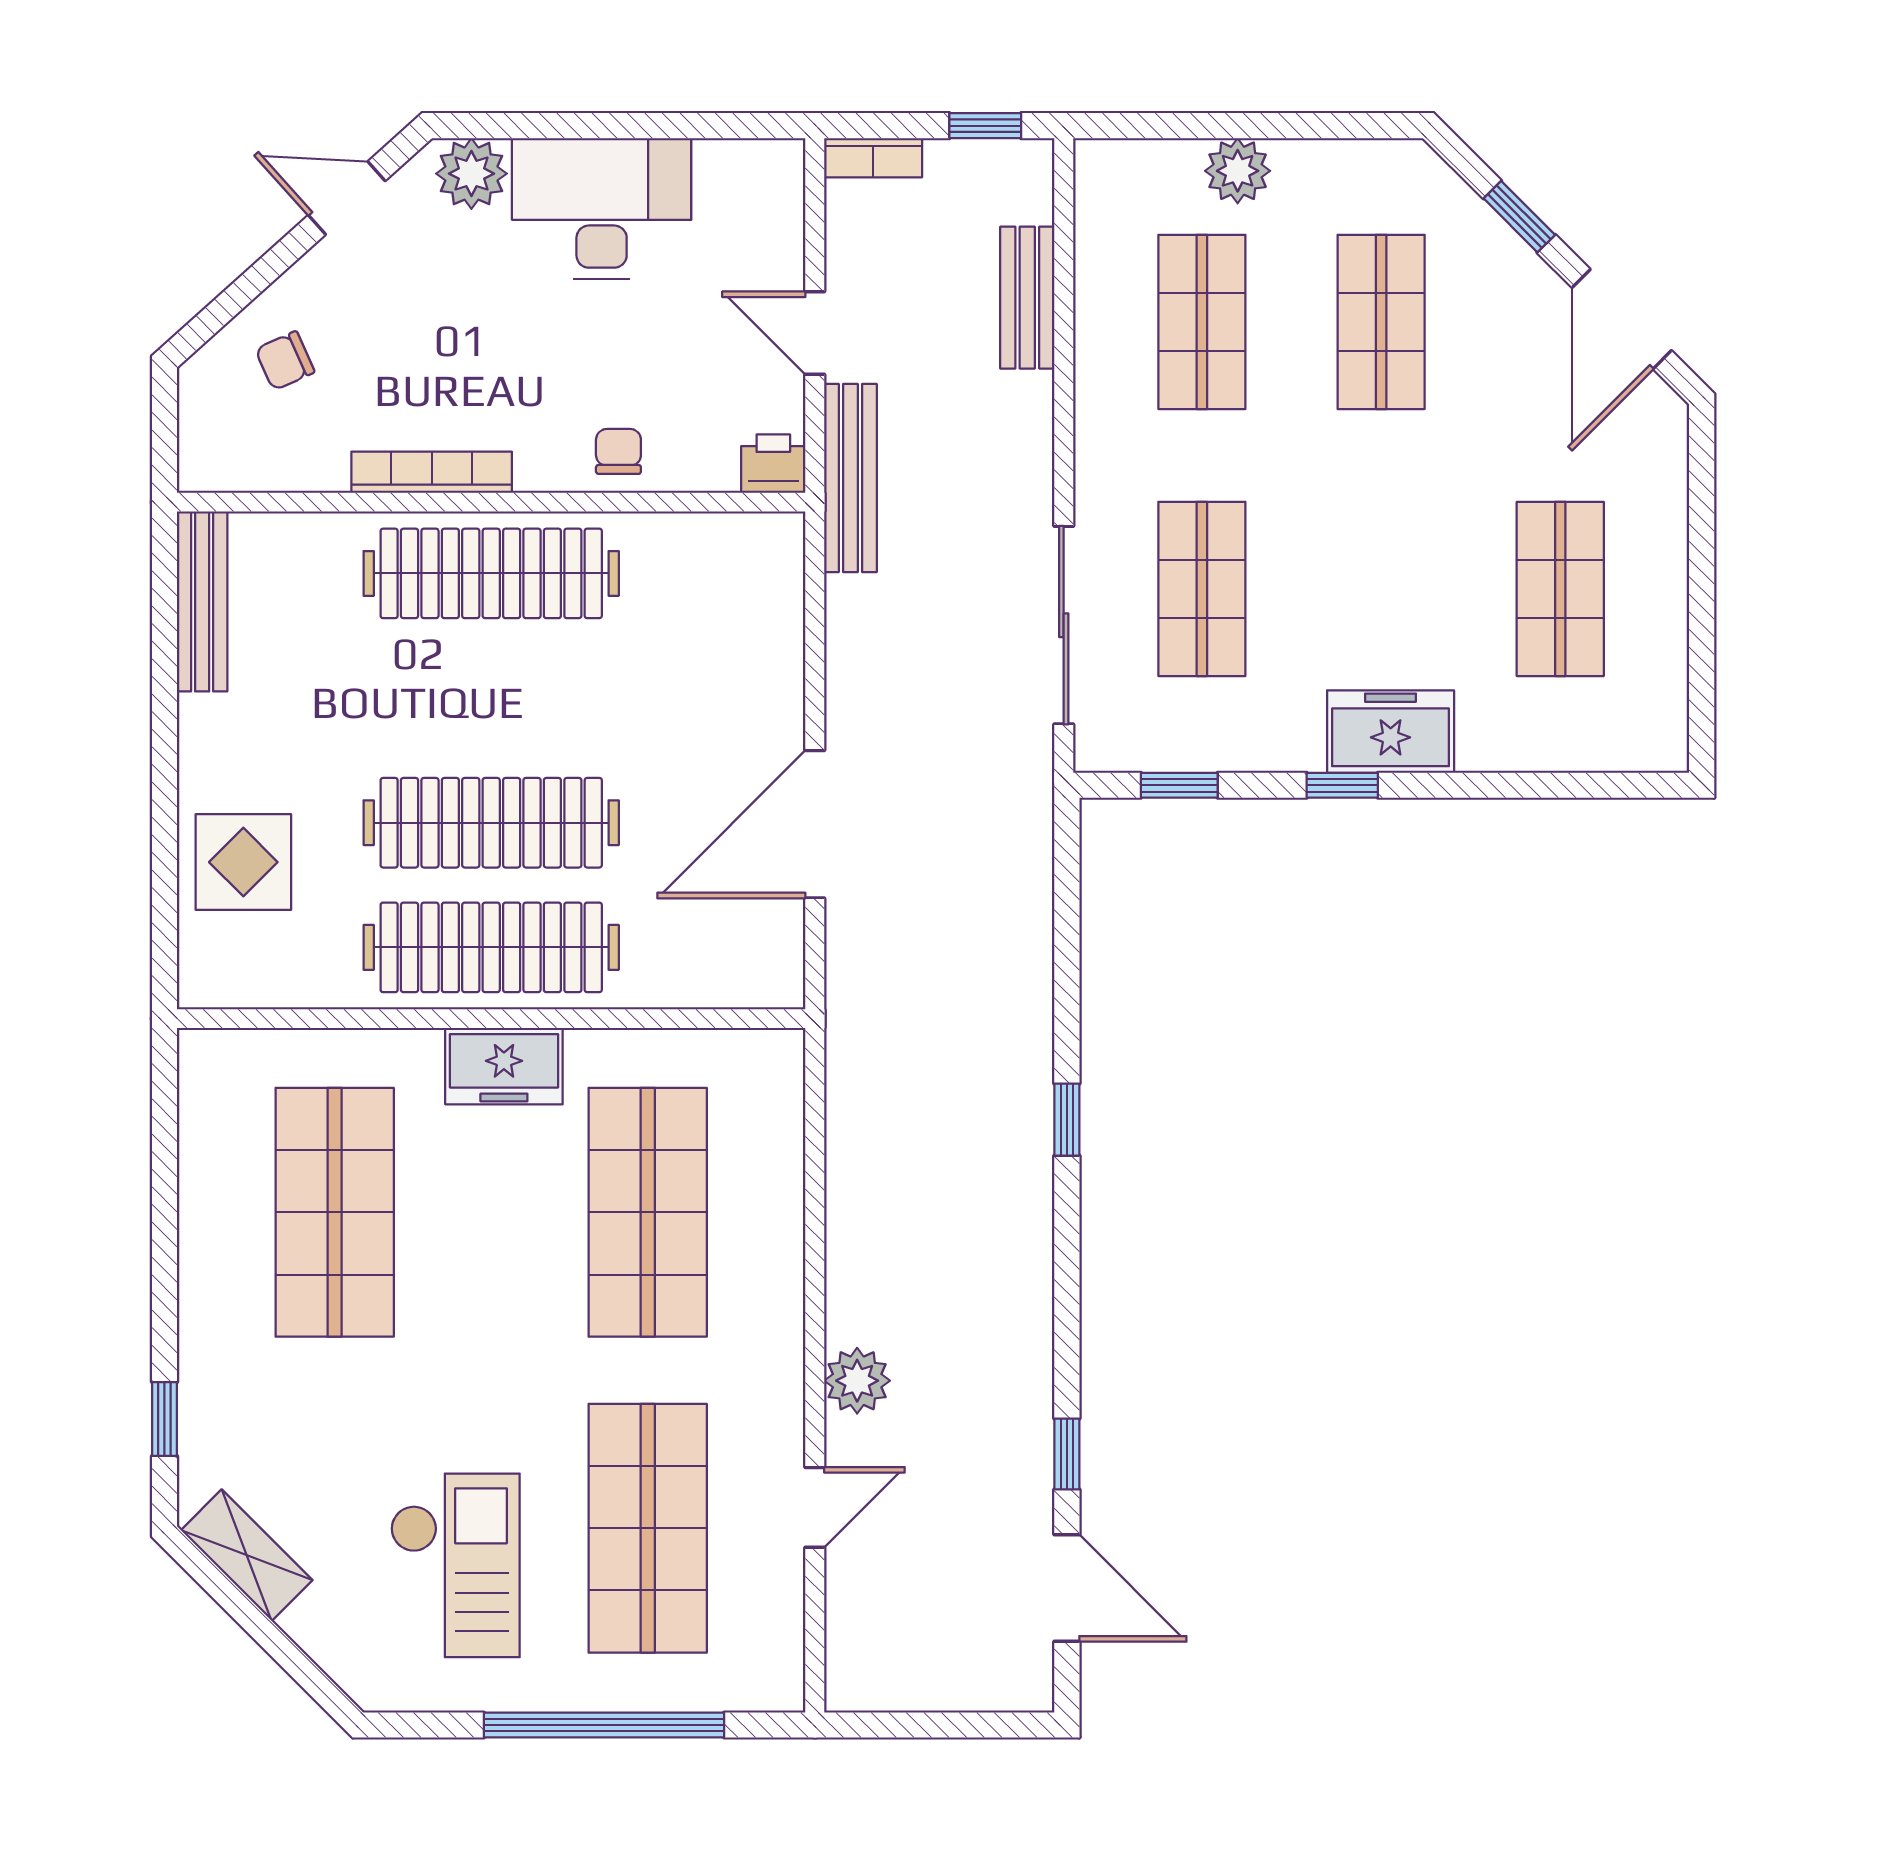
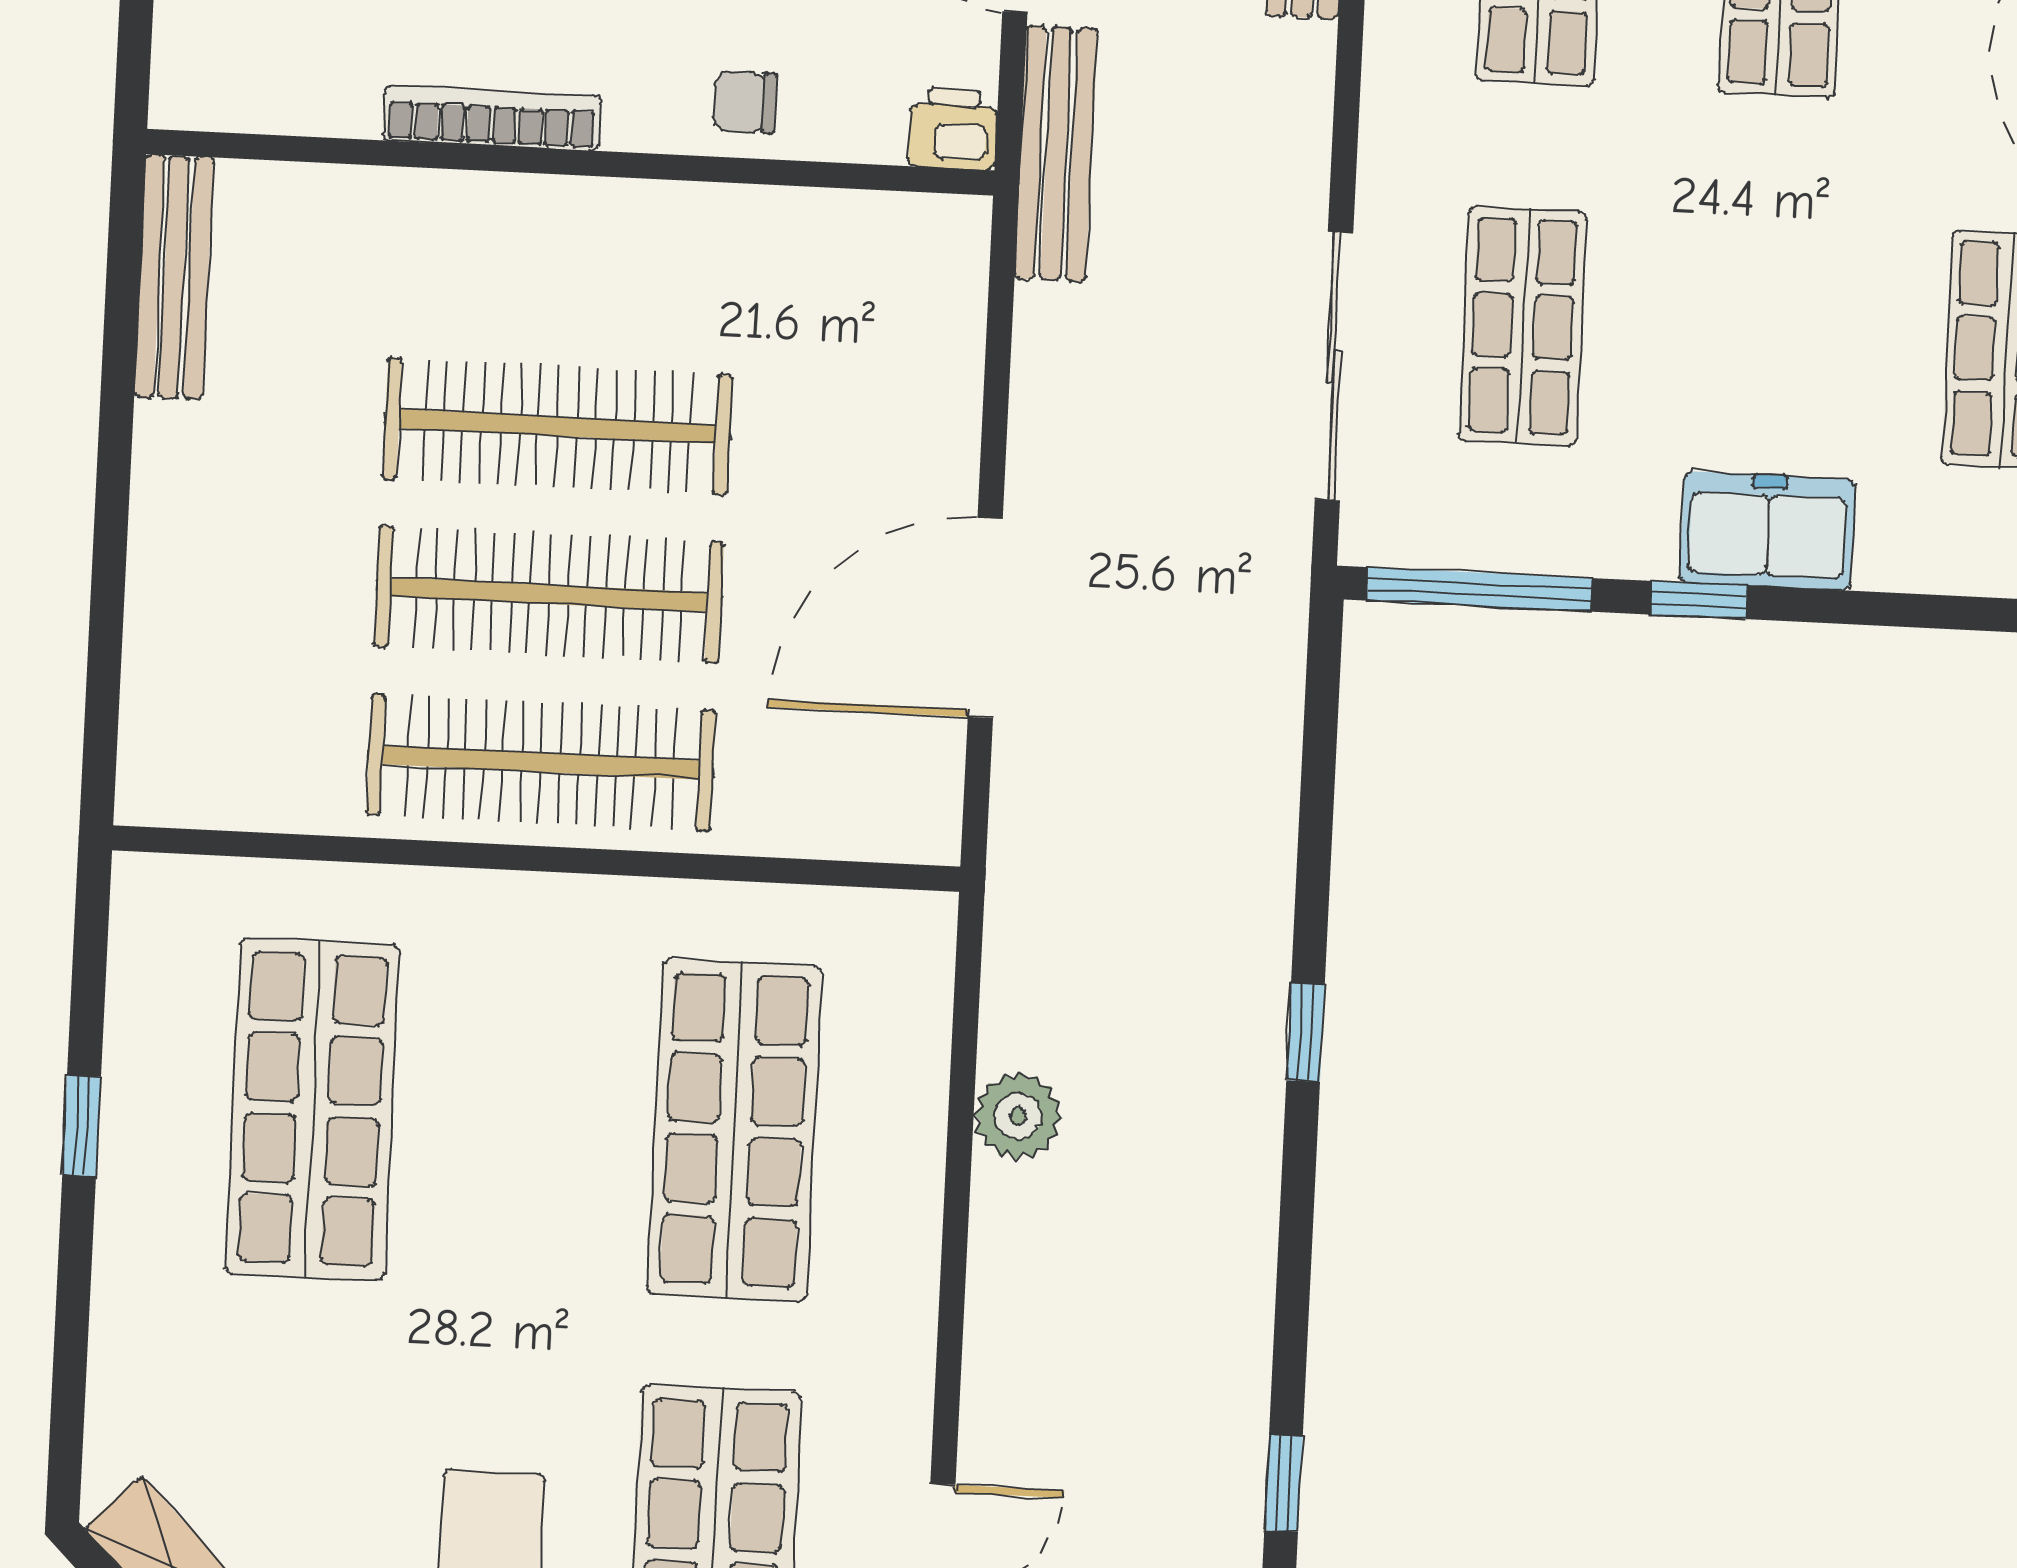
chair: (618, 451) -> (745, 102), turned -90
clothes rail: (491, 573) -> (557, 426), moved
window: (1179, 785) -> (1479, 589), width x2.17
display table: (243, 862) -> (212, 631), removed
freezer: (504, 1066) -> (550, 923), removed
plant: (857, 1381) -> (1018, 1116), moved
window: (164, 1419) -> (82, 1126), moved

